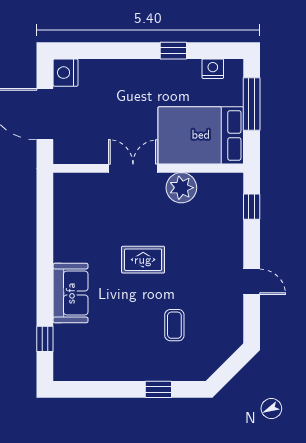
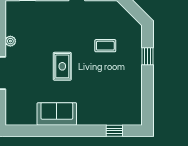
plant: (181, 188) -> (10, 41), width x0.53, depth x0.53
sofa: (71, 293) -> (57, 114), moved

